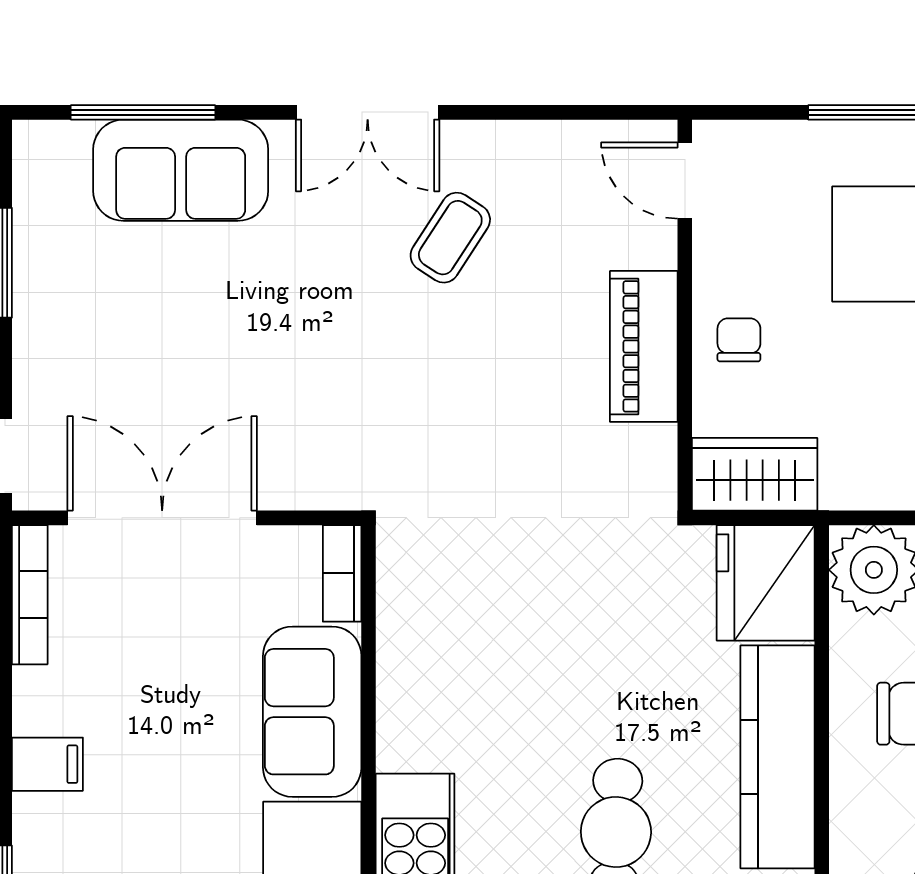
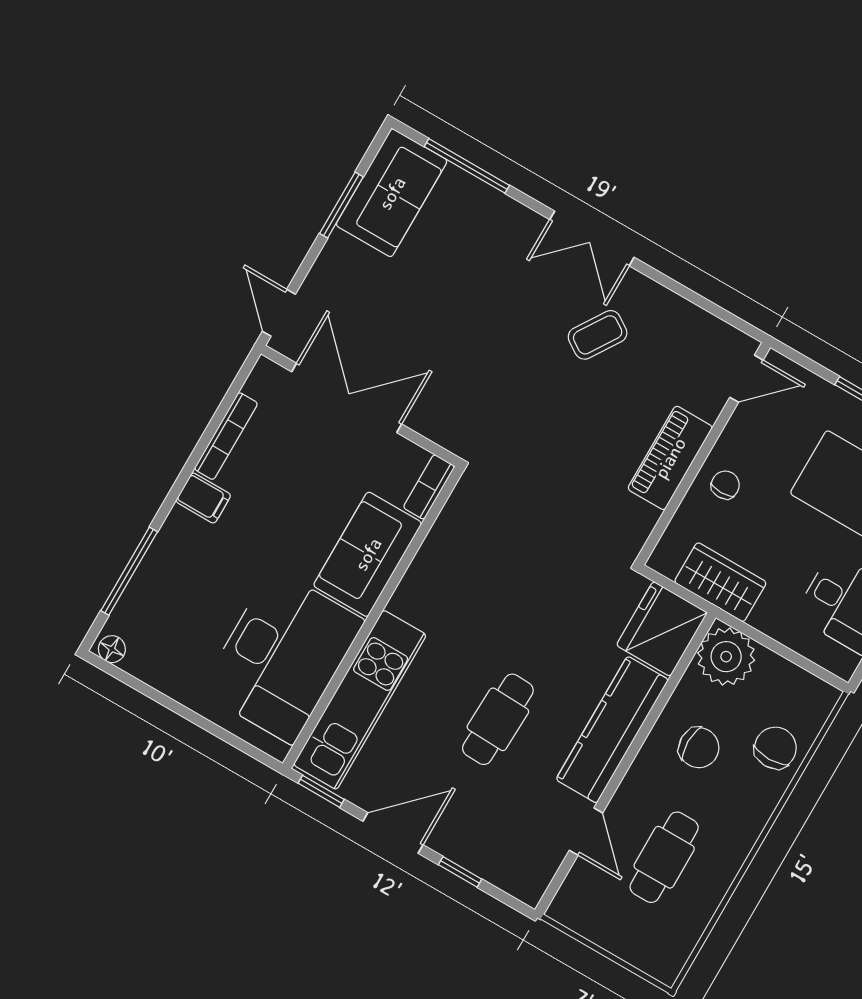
sofa: (181, 170) -> (392, 193), moved, turned -90
door: (685, 180) -> (747, 379), swing flipped
wardrobe: (755, 474) -> (720, 582), moved
bookcase: (30, 595) -> (226, 436), moved

